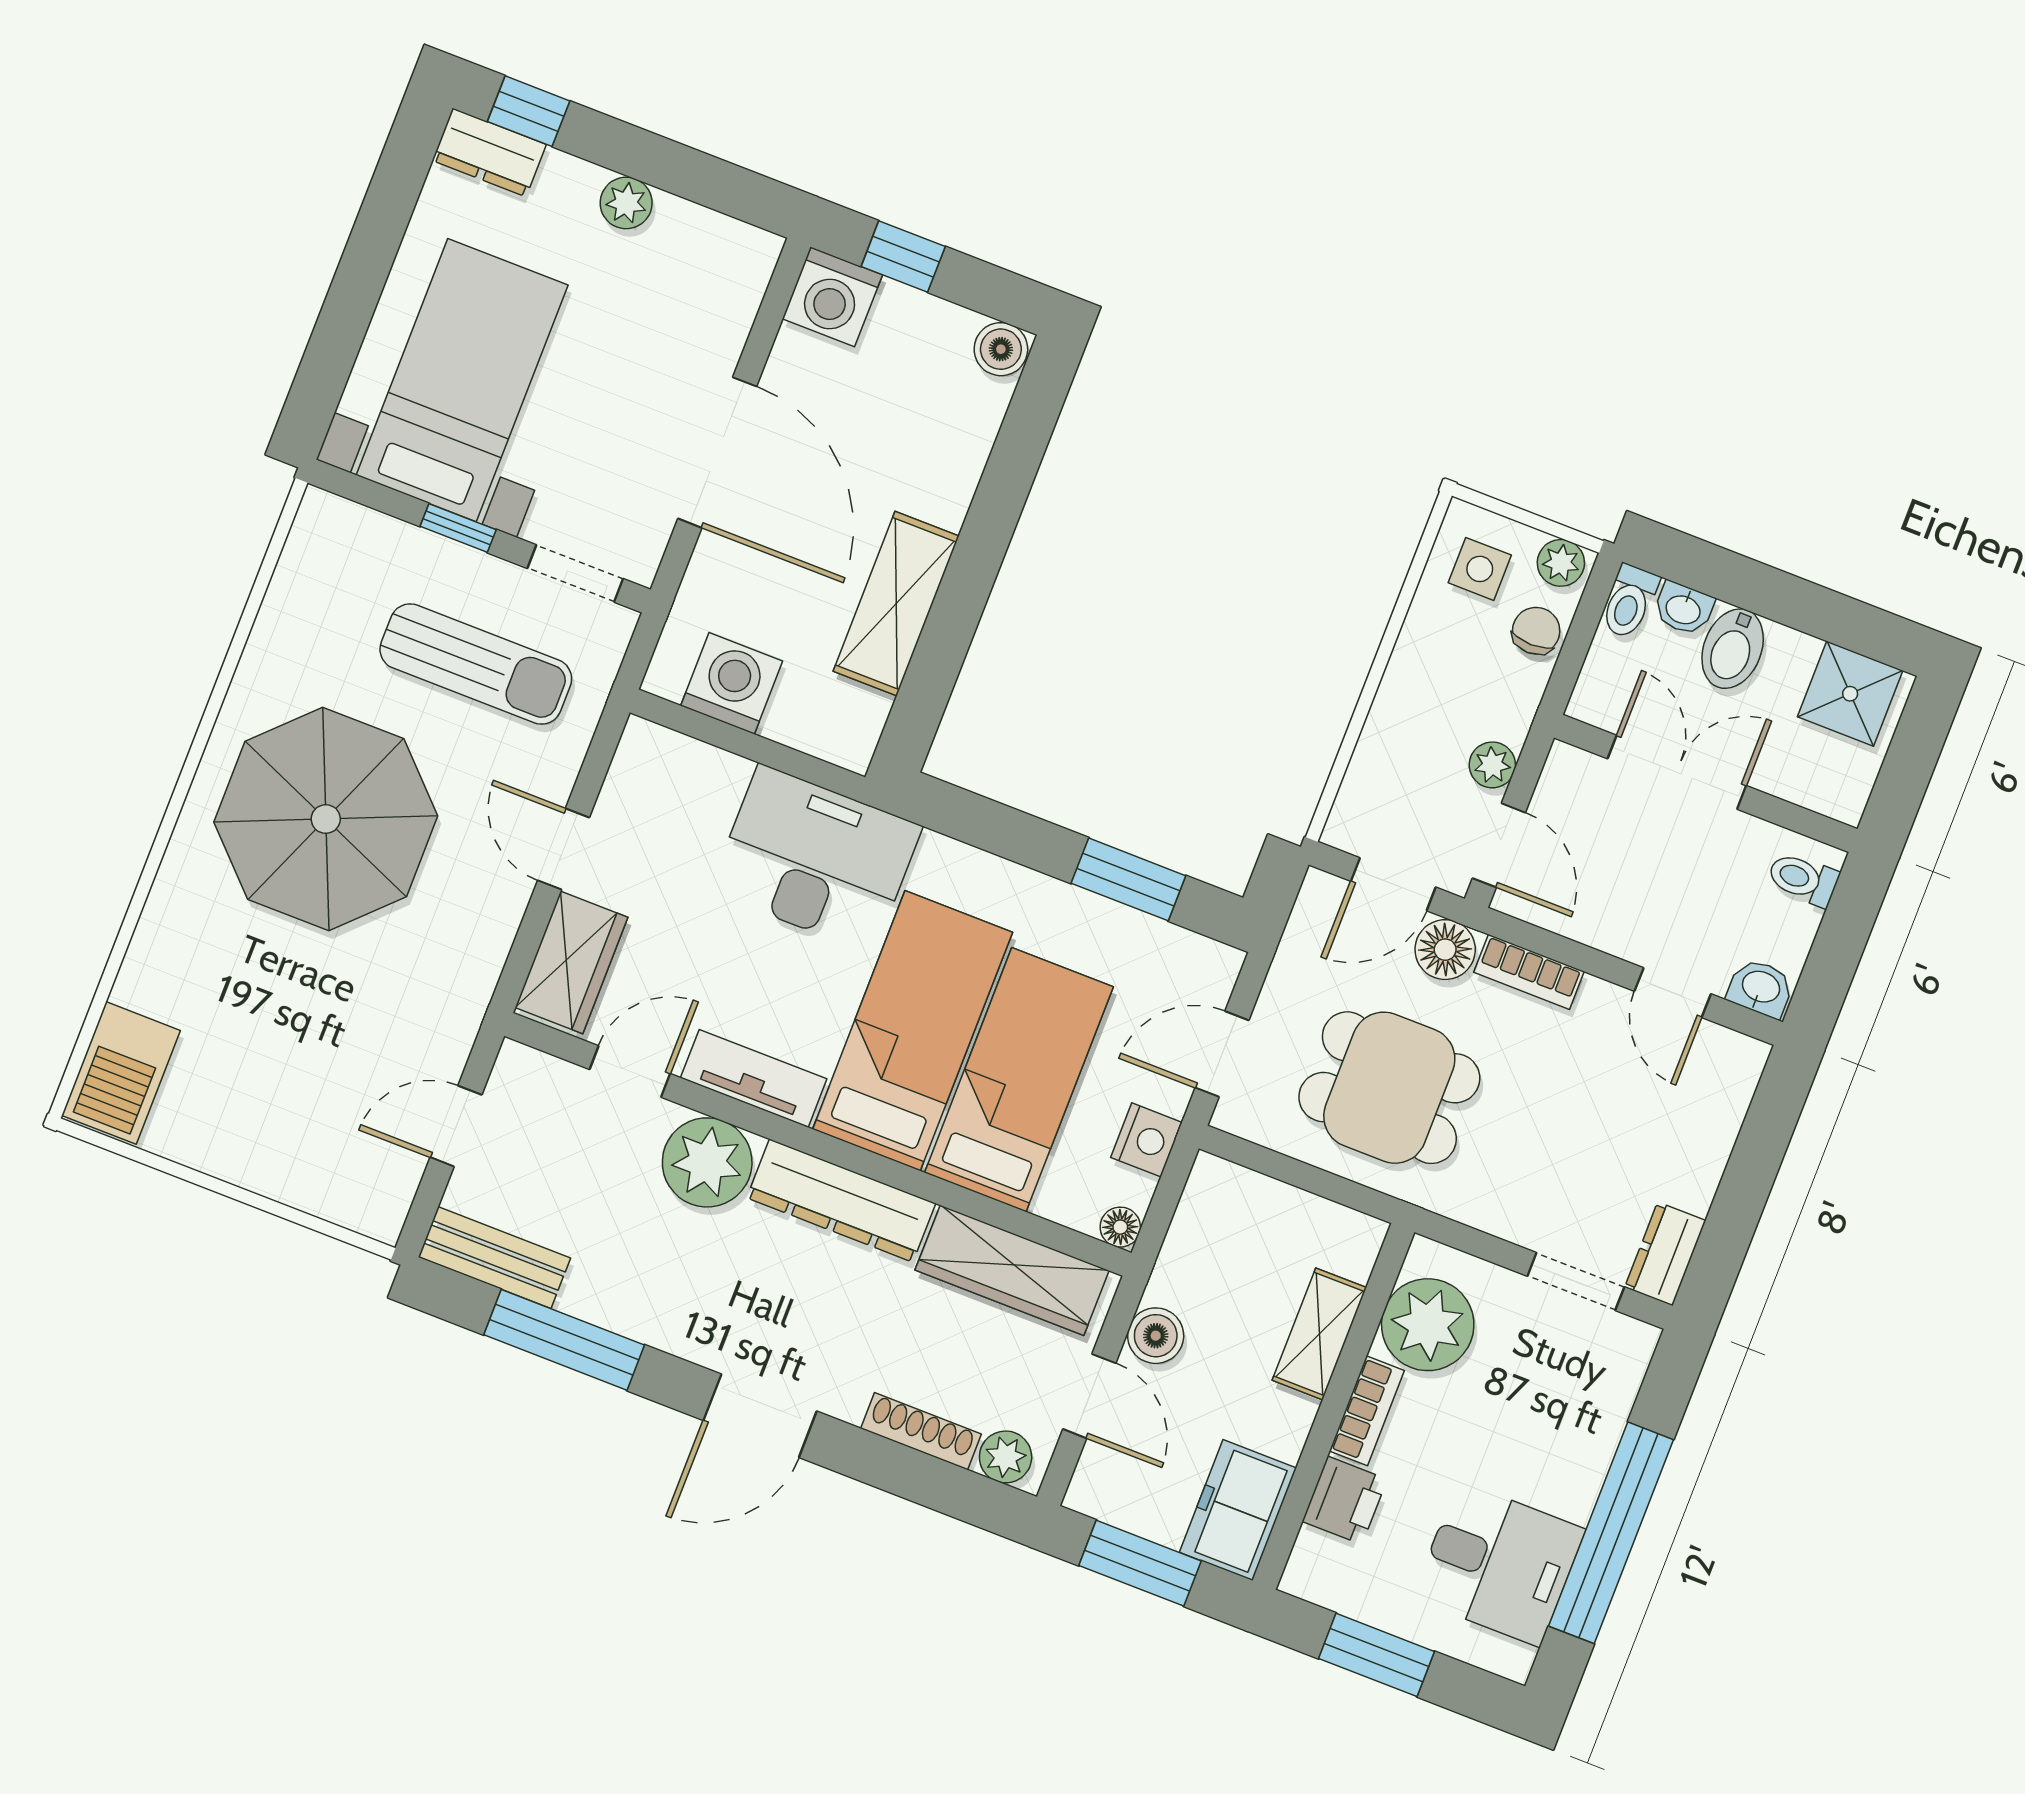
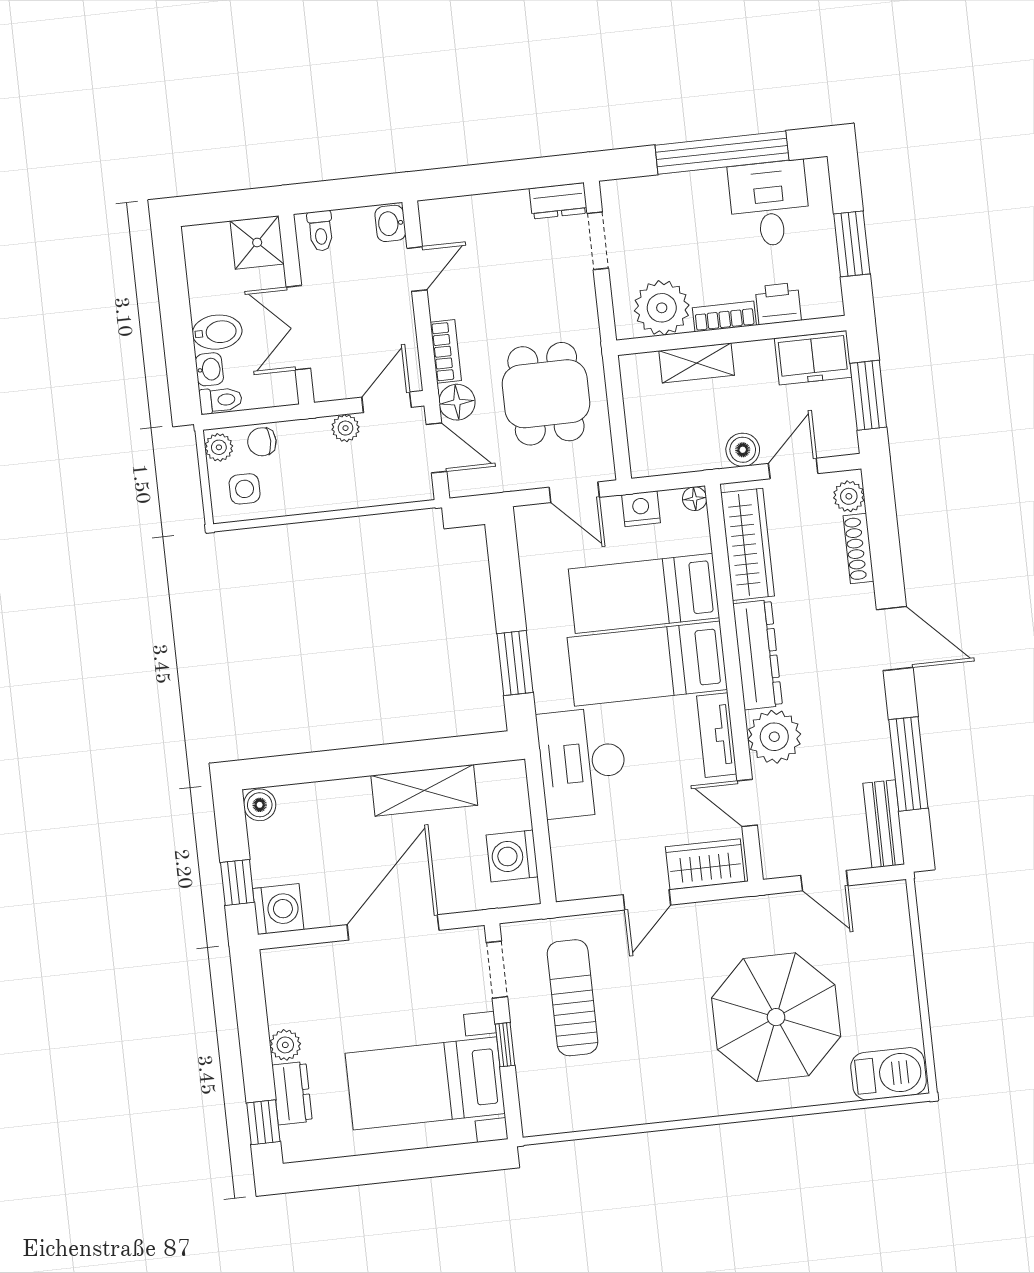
dresser: (489, 152) -> (292, 1093), moved
shower: (1850, 694) -> (257, 242), moved
parasol: (326, 819) -> (776, 1017), moved
window: (1128, 879) -> (515, 663), moved

